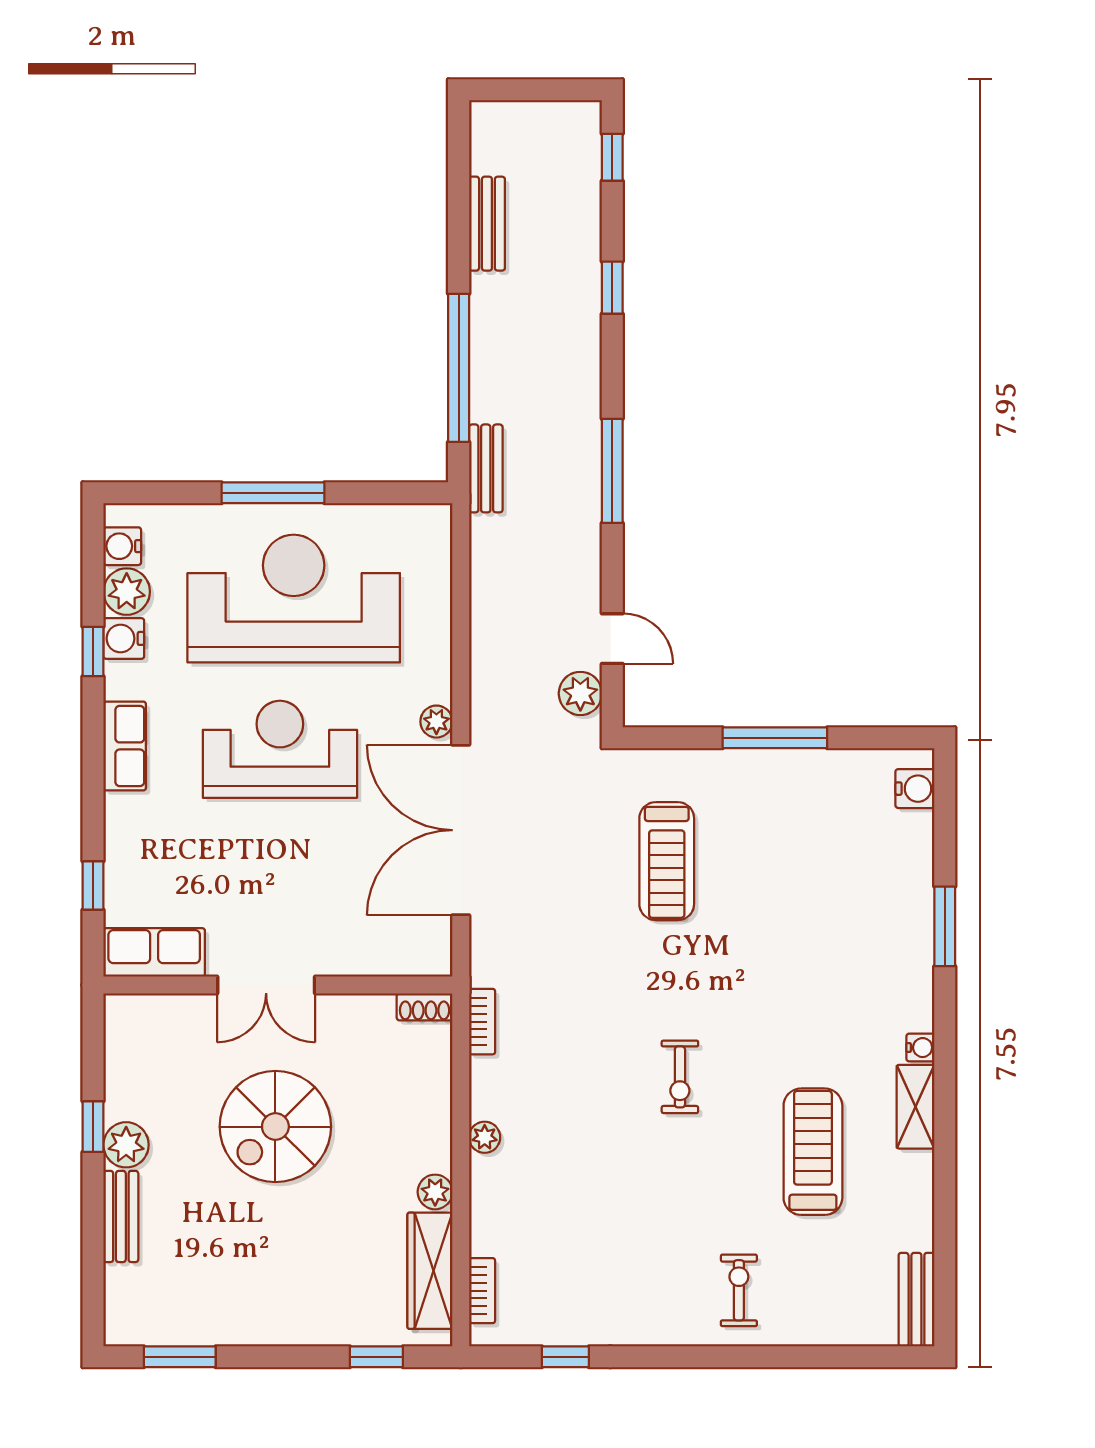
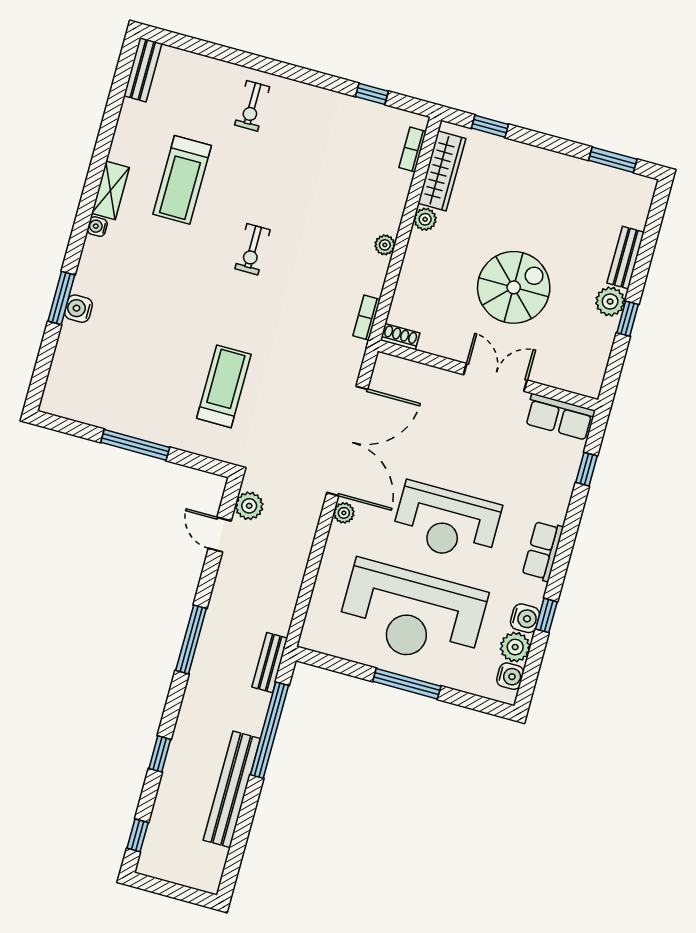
bench: (487, 224) -> (232, 789), width x1.86, depth x1.21
water cooler: (915, 789) -> (78, 309), moved
exercise bike: (680, 1077) -> (252, 249), turned 180

